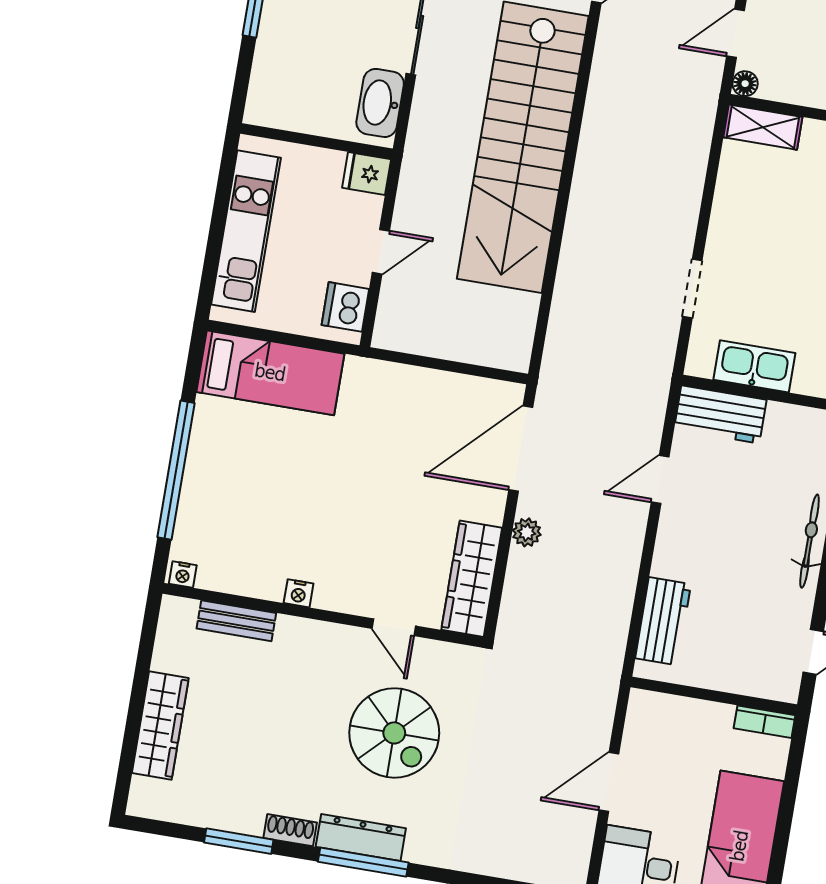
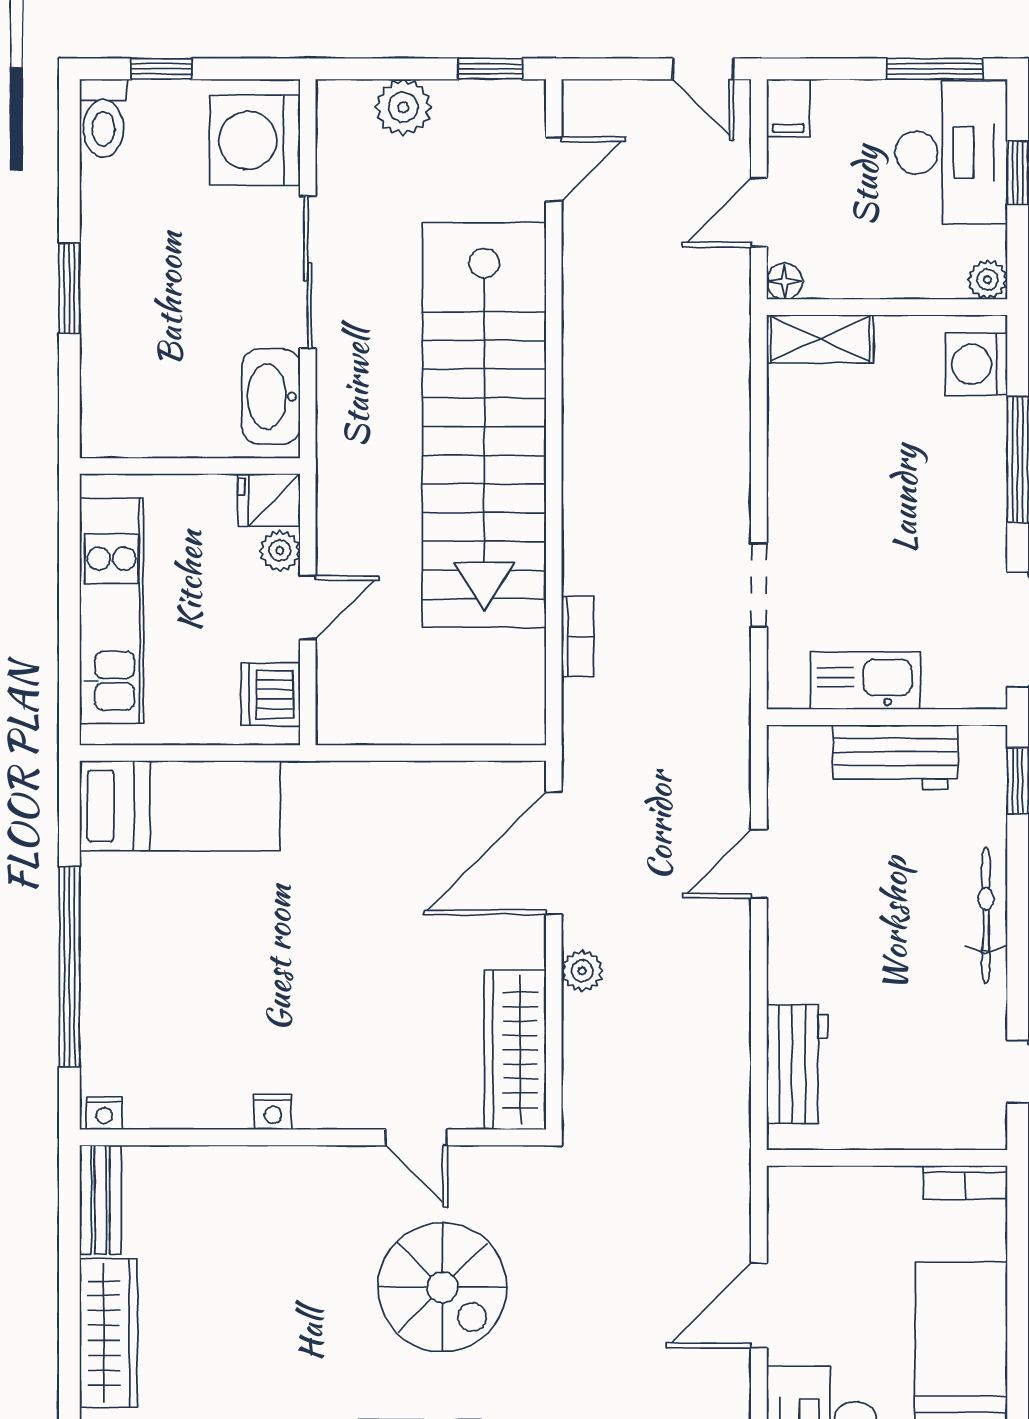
plant: (368, 209) -> (280, 551), added
bookcase: (562, 303) -> (578, 637), added
workbench: (720, 414) -> (895, 757), moved
bench: (236, 621) -> (101, 1200), moved, turned 90

